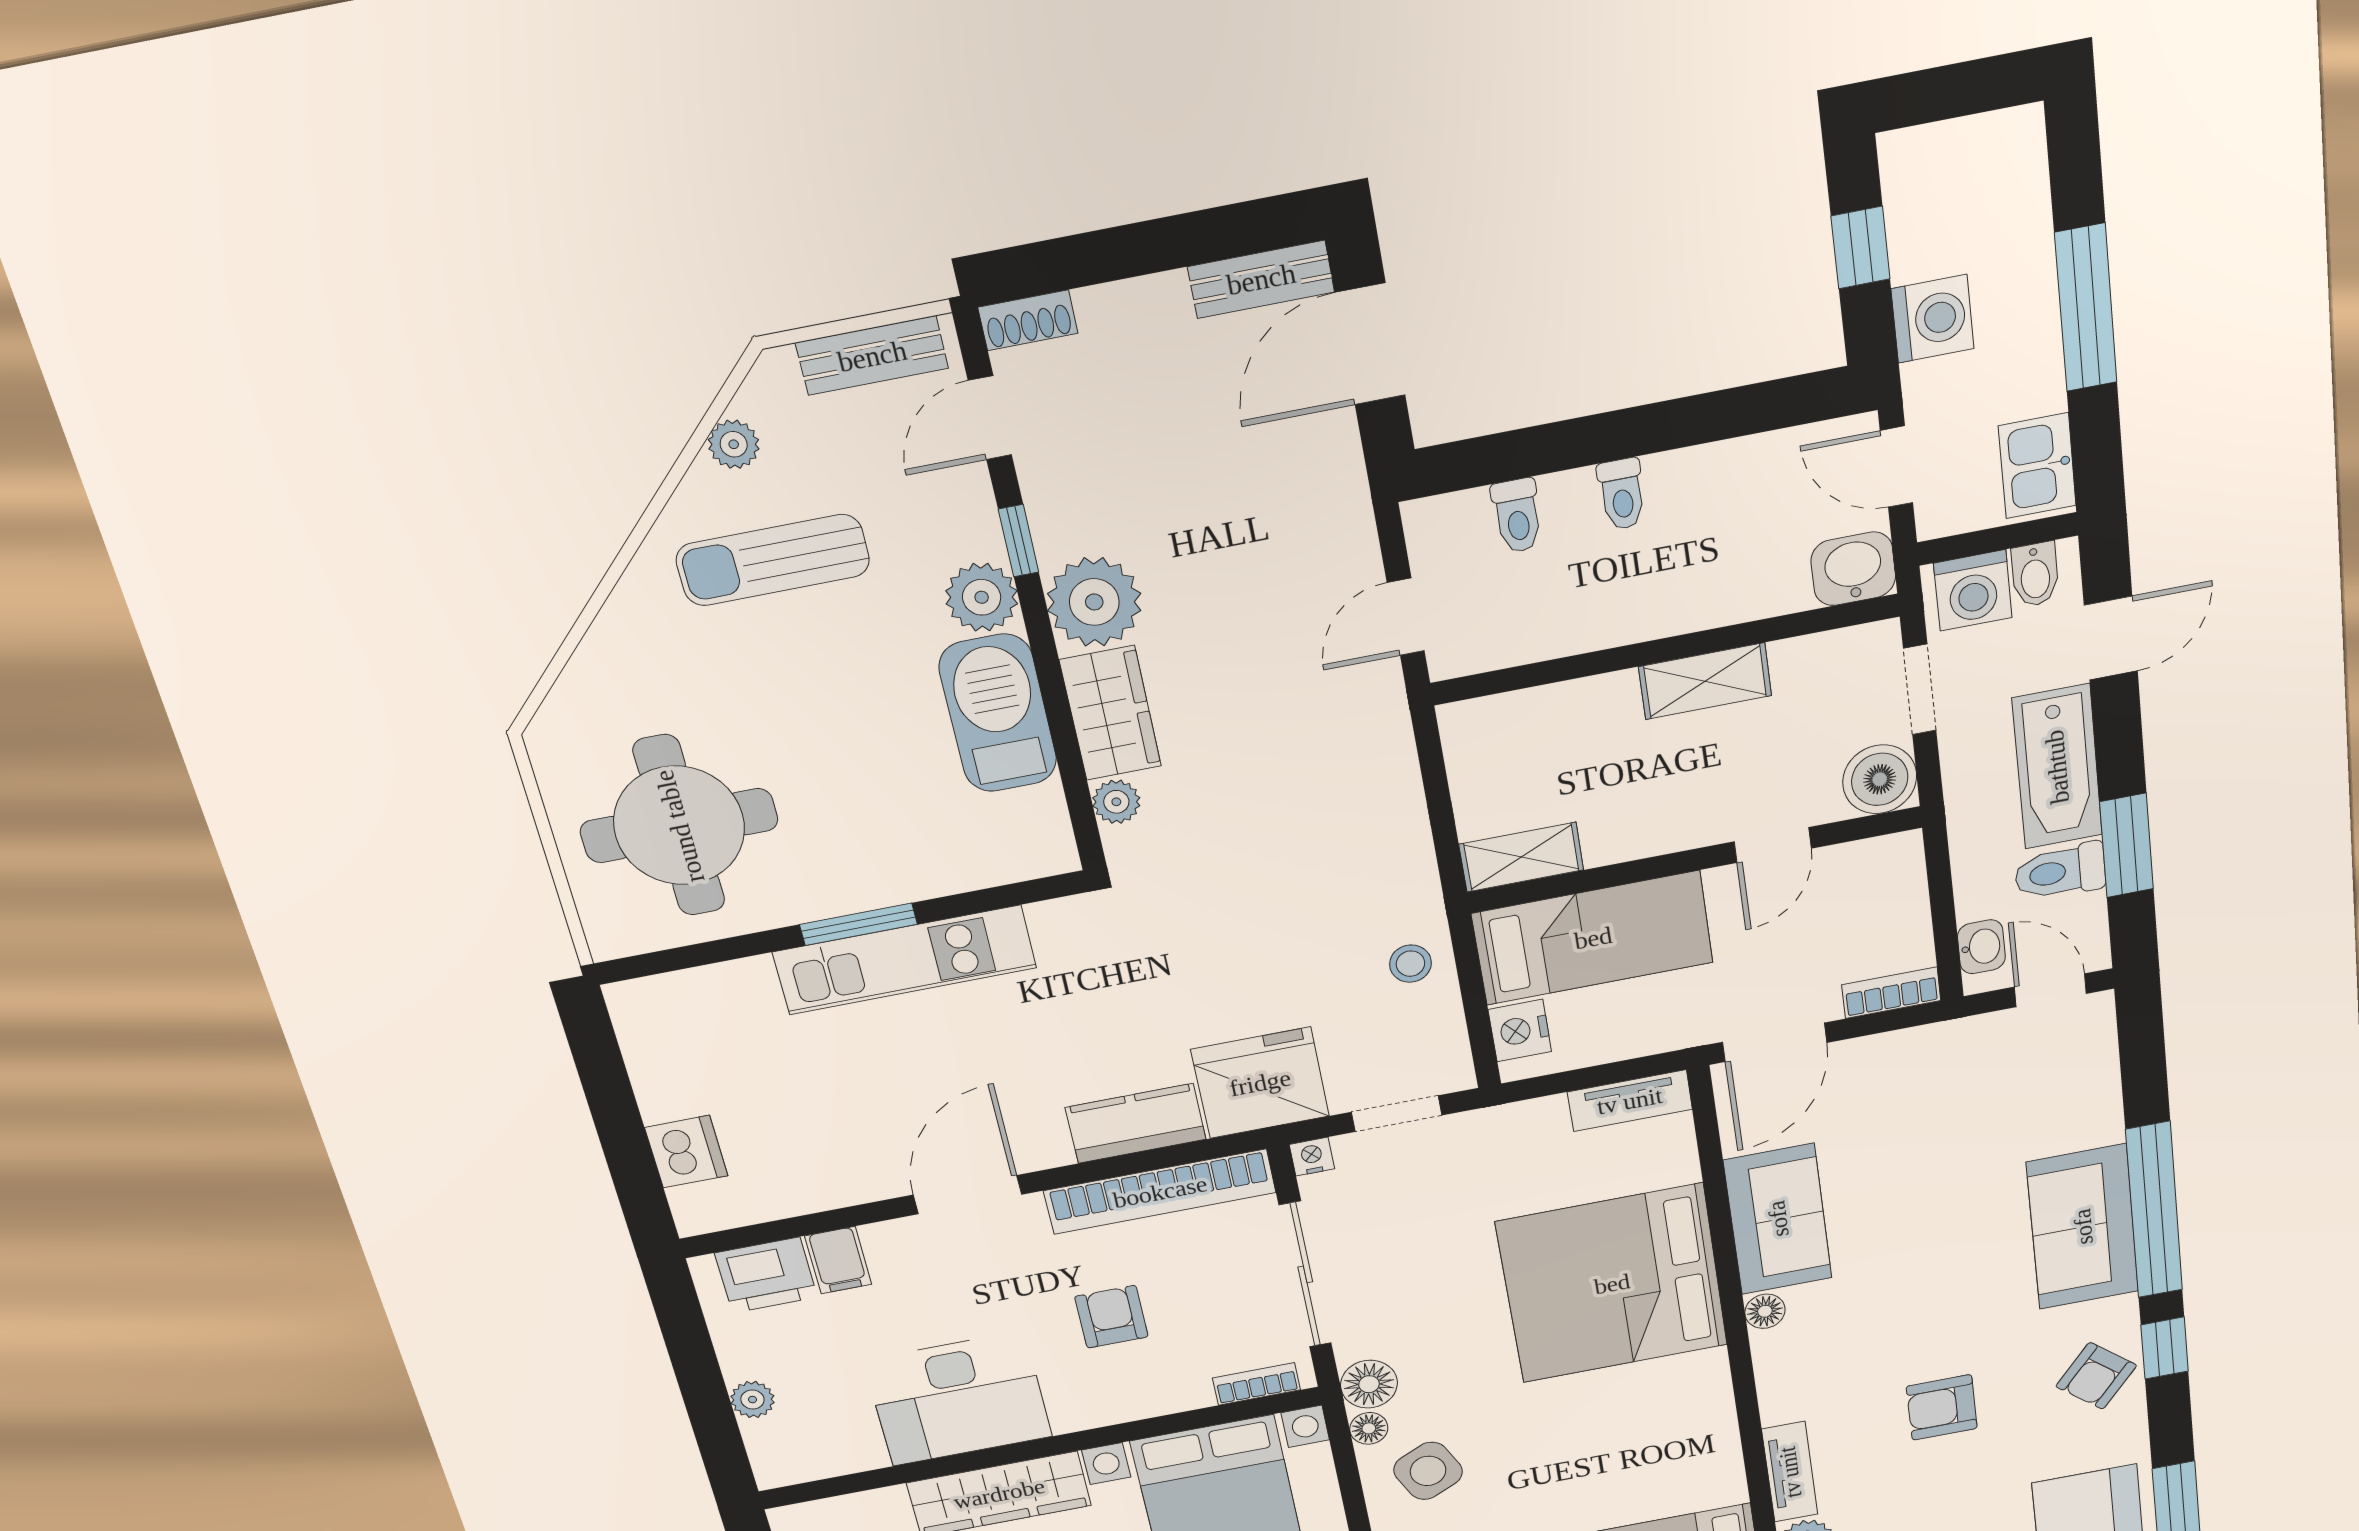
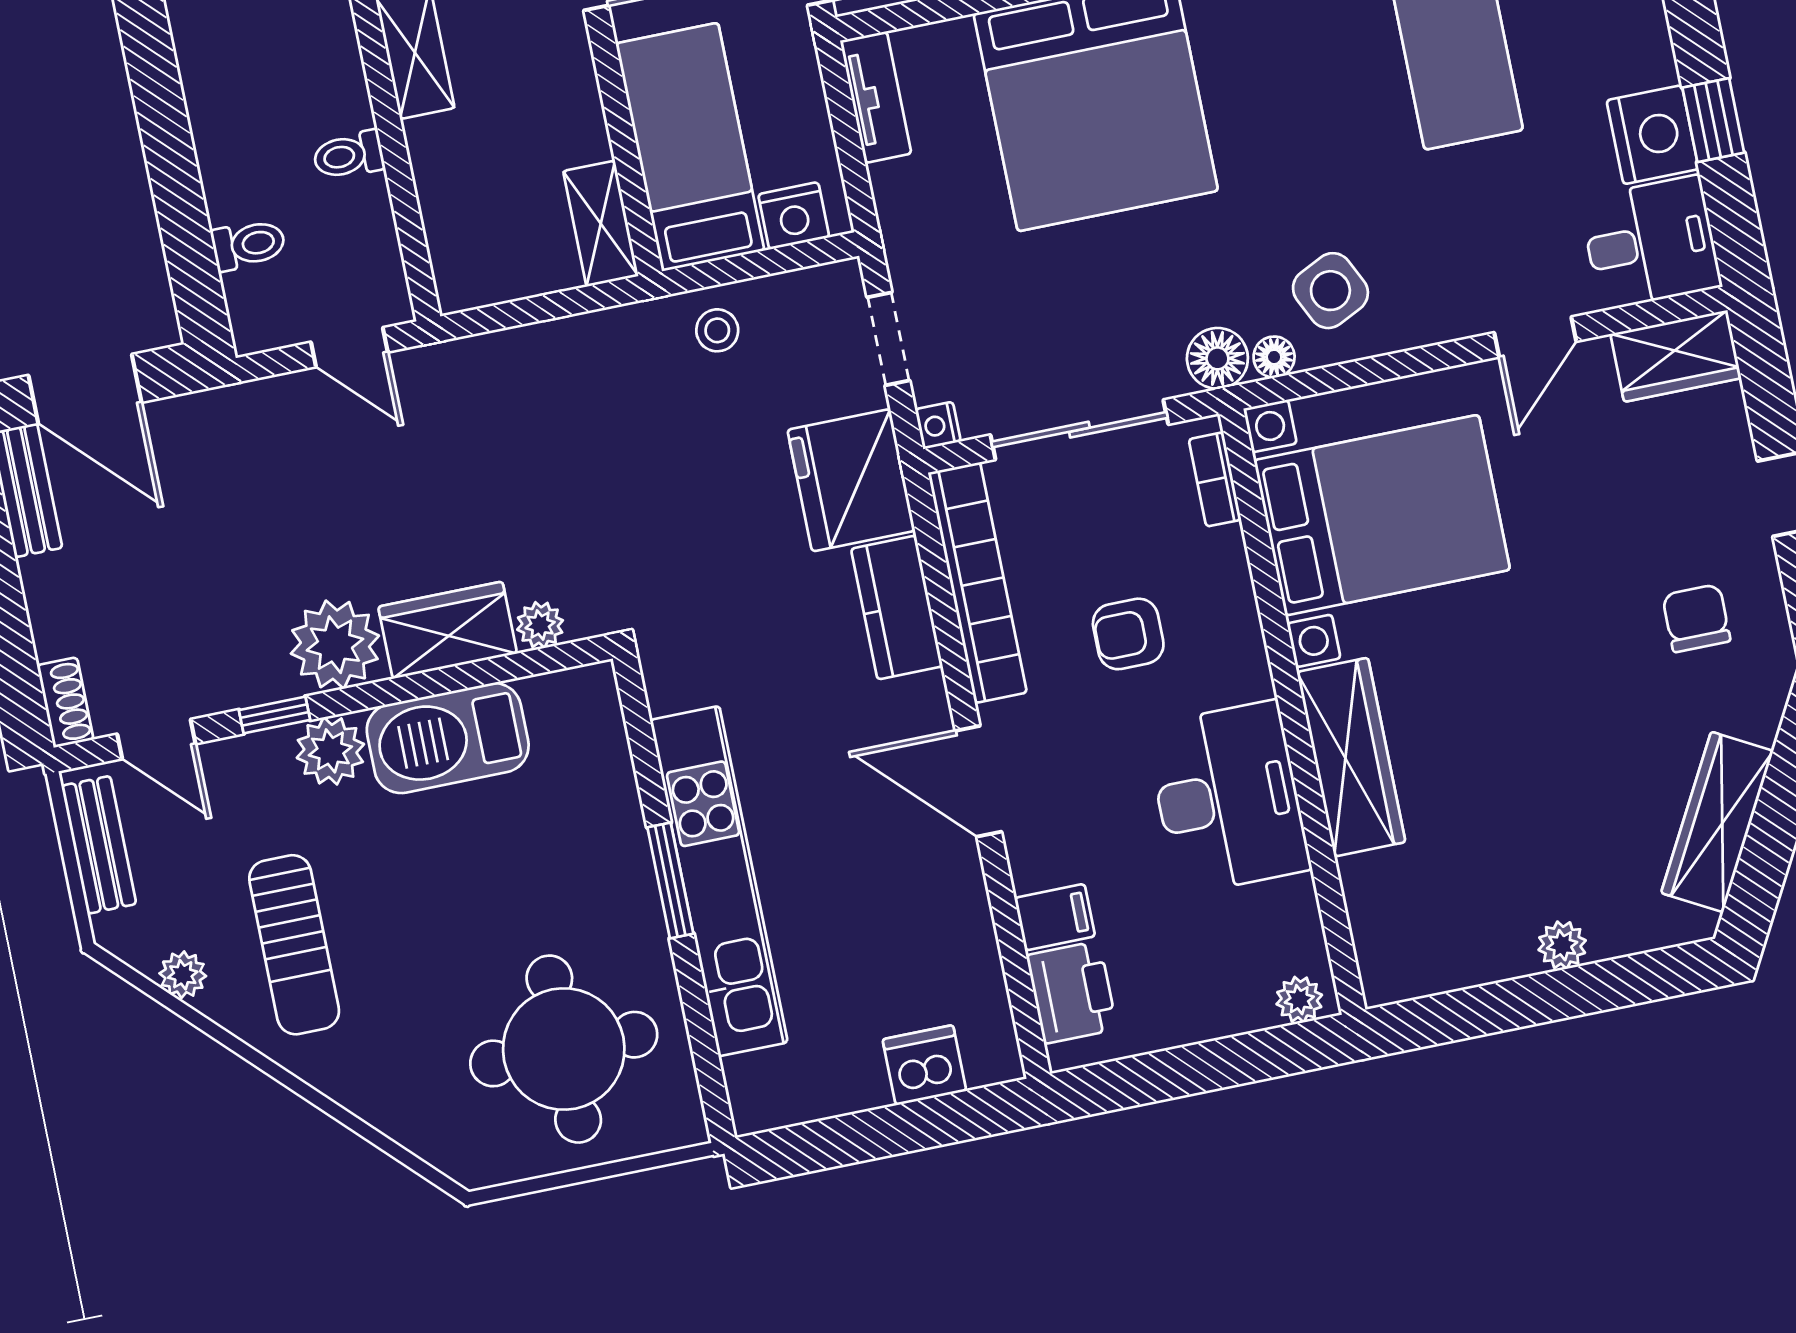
toilet: (1622, 494) -> (348, 155), moved, turned 180
kitchen unit: (905, 960) -> (719, 881), width x1.36
plant: (752, 1400) -> (1299, 1000), moved

